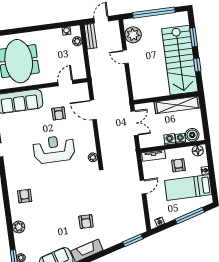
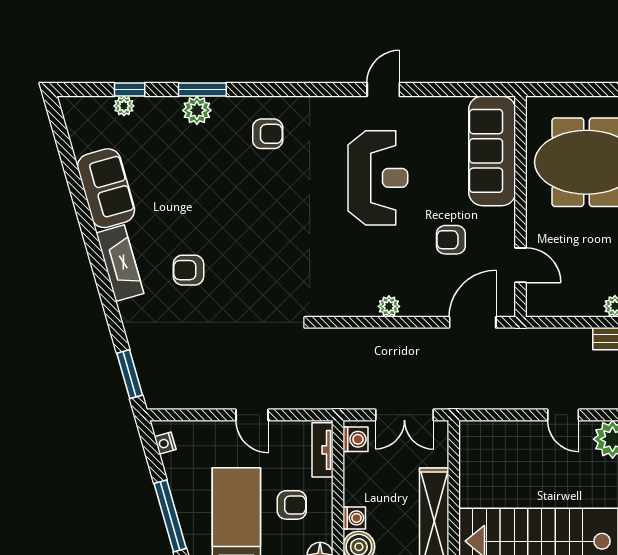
door: (126, 57) -> (563, 415), swing flipped
door: (93, 110) -> (473, 322), moved
washing machine: (170, 139) -> (355, 439), moved
reception desk: (54, 149) -> (378, 178), moved
plant: (93, 157) -> (389, 306), moved
window: (10, 226) -> (202, 90), added

